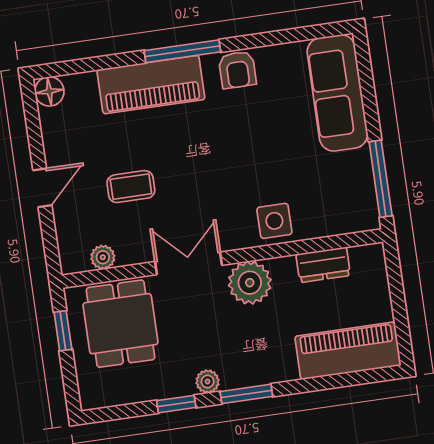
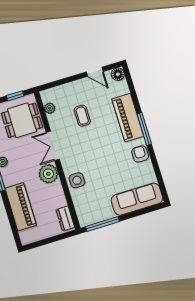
armchair: (237, 70) -> (140, 154), turned 90
door: (42, 188) -> (95, 72), moved
double door: (188, 263) -> (53, 146), swing flipped
dresser: (323, 265) -> (65, 218), moved
piano: (348, 351) -> (21, 207), moved

